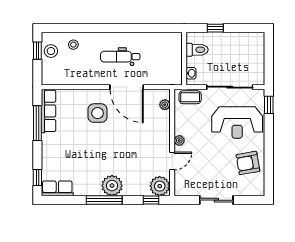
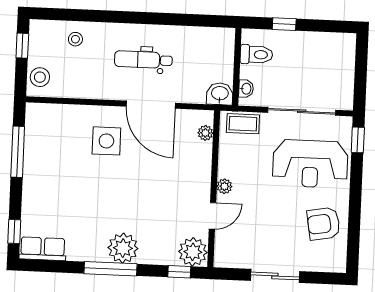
stool: (51, 51) -> (40, 77), moved
washbasin: (173, 78) -> (220, 94), added
row of seats: (49, 111) -> (35, 135), removed

